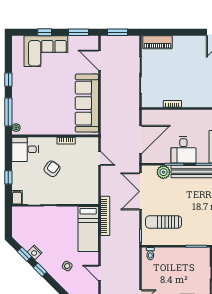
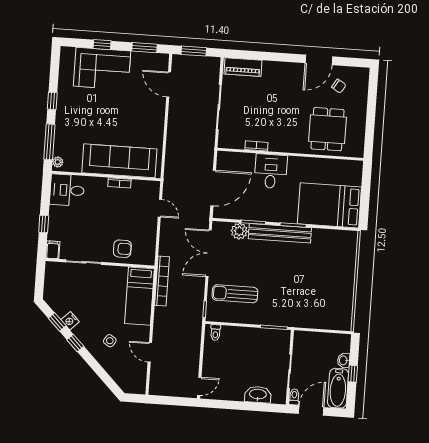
sofa: (87, 103) -> (119, 161), moved, turned 90
desk: (183, 150) -> (271, 171), moved, turned 180
armchair: (52, 169) -> (122, 249), moved, turned 53

